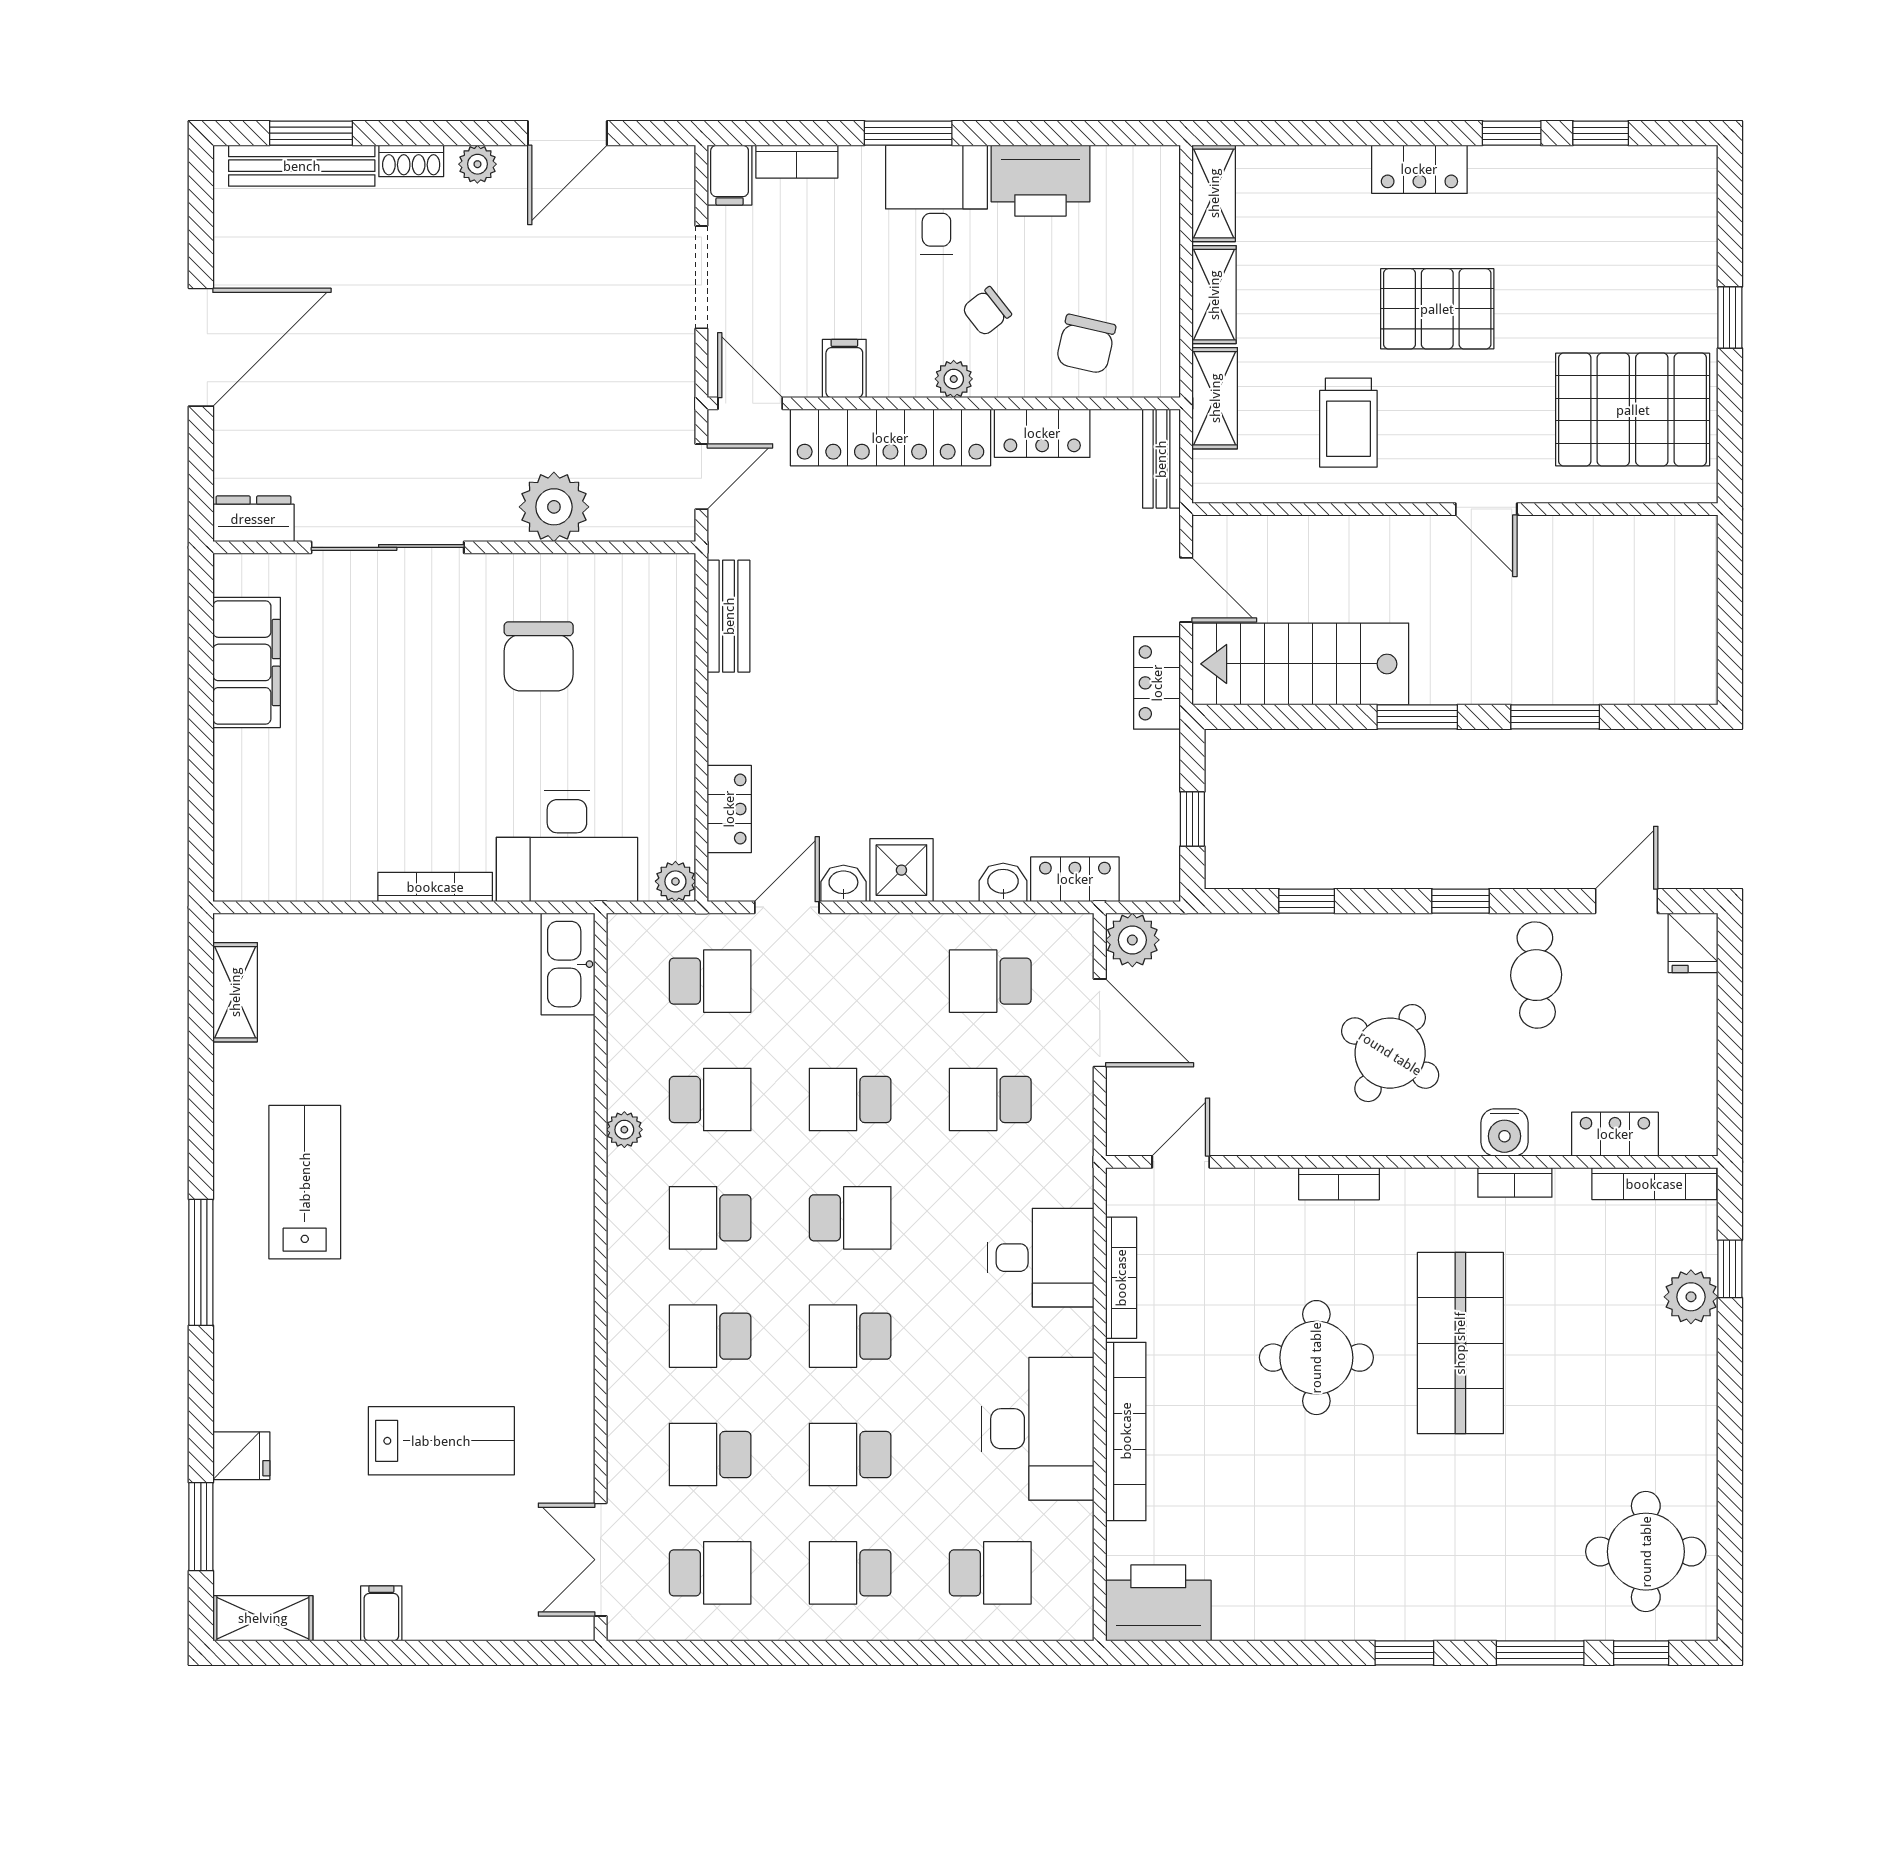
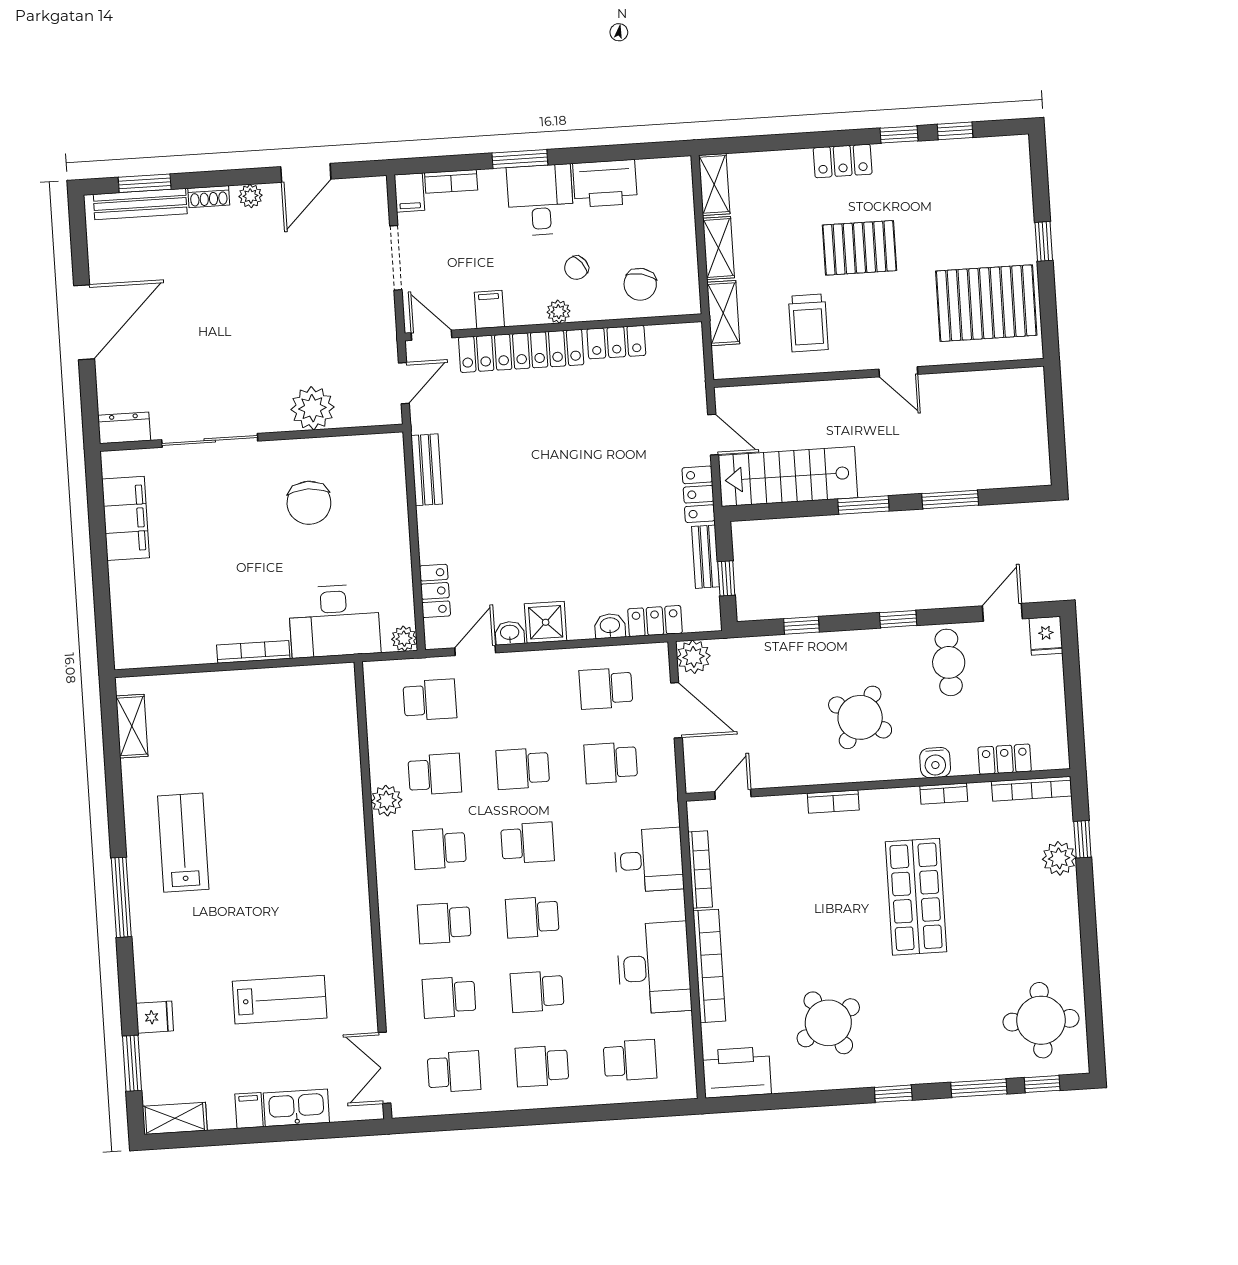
bench: (1161, 459) -> (705, 557), moved
kitchen sink: (568, 964) -> (296, 1108), moved, turned 90
plant: (624, 1130) -> (387, 801), width x1.38, depth x1.38
round table: (1316, 1358) -> (828, 1023), moved, turned -31

